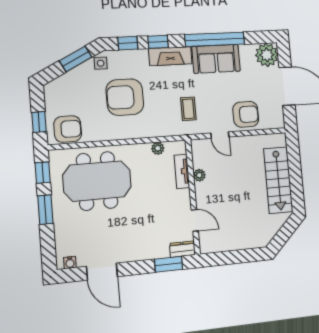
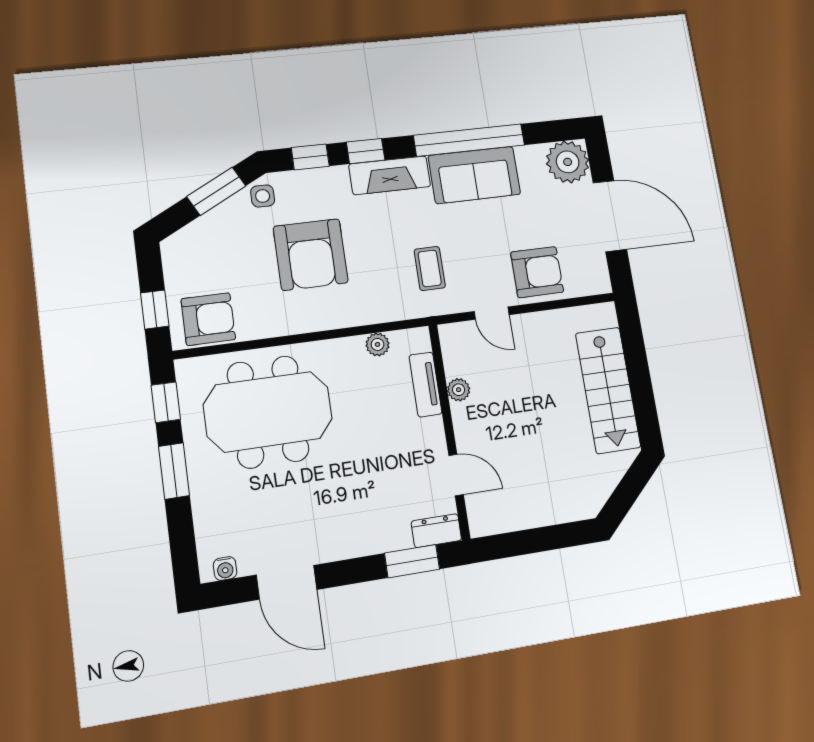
armchair: (125, 97) -> (311, 255), turned -90

